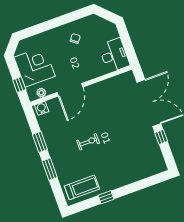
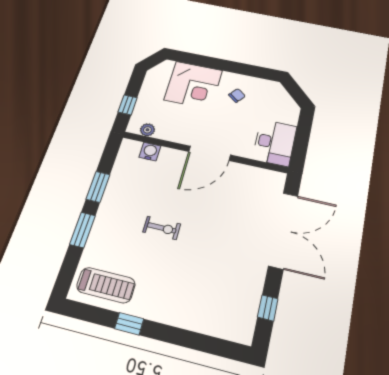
corner desk: (35, 67) -> (193, 85), moved, turned 90
door: (70, 90) -> (210, 153), moved
water cooler: (42, 108) -> (150, 152), moved
window: (161, 137) -> (268, 308), moved

